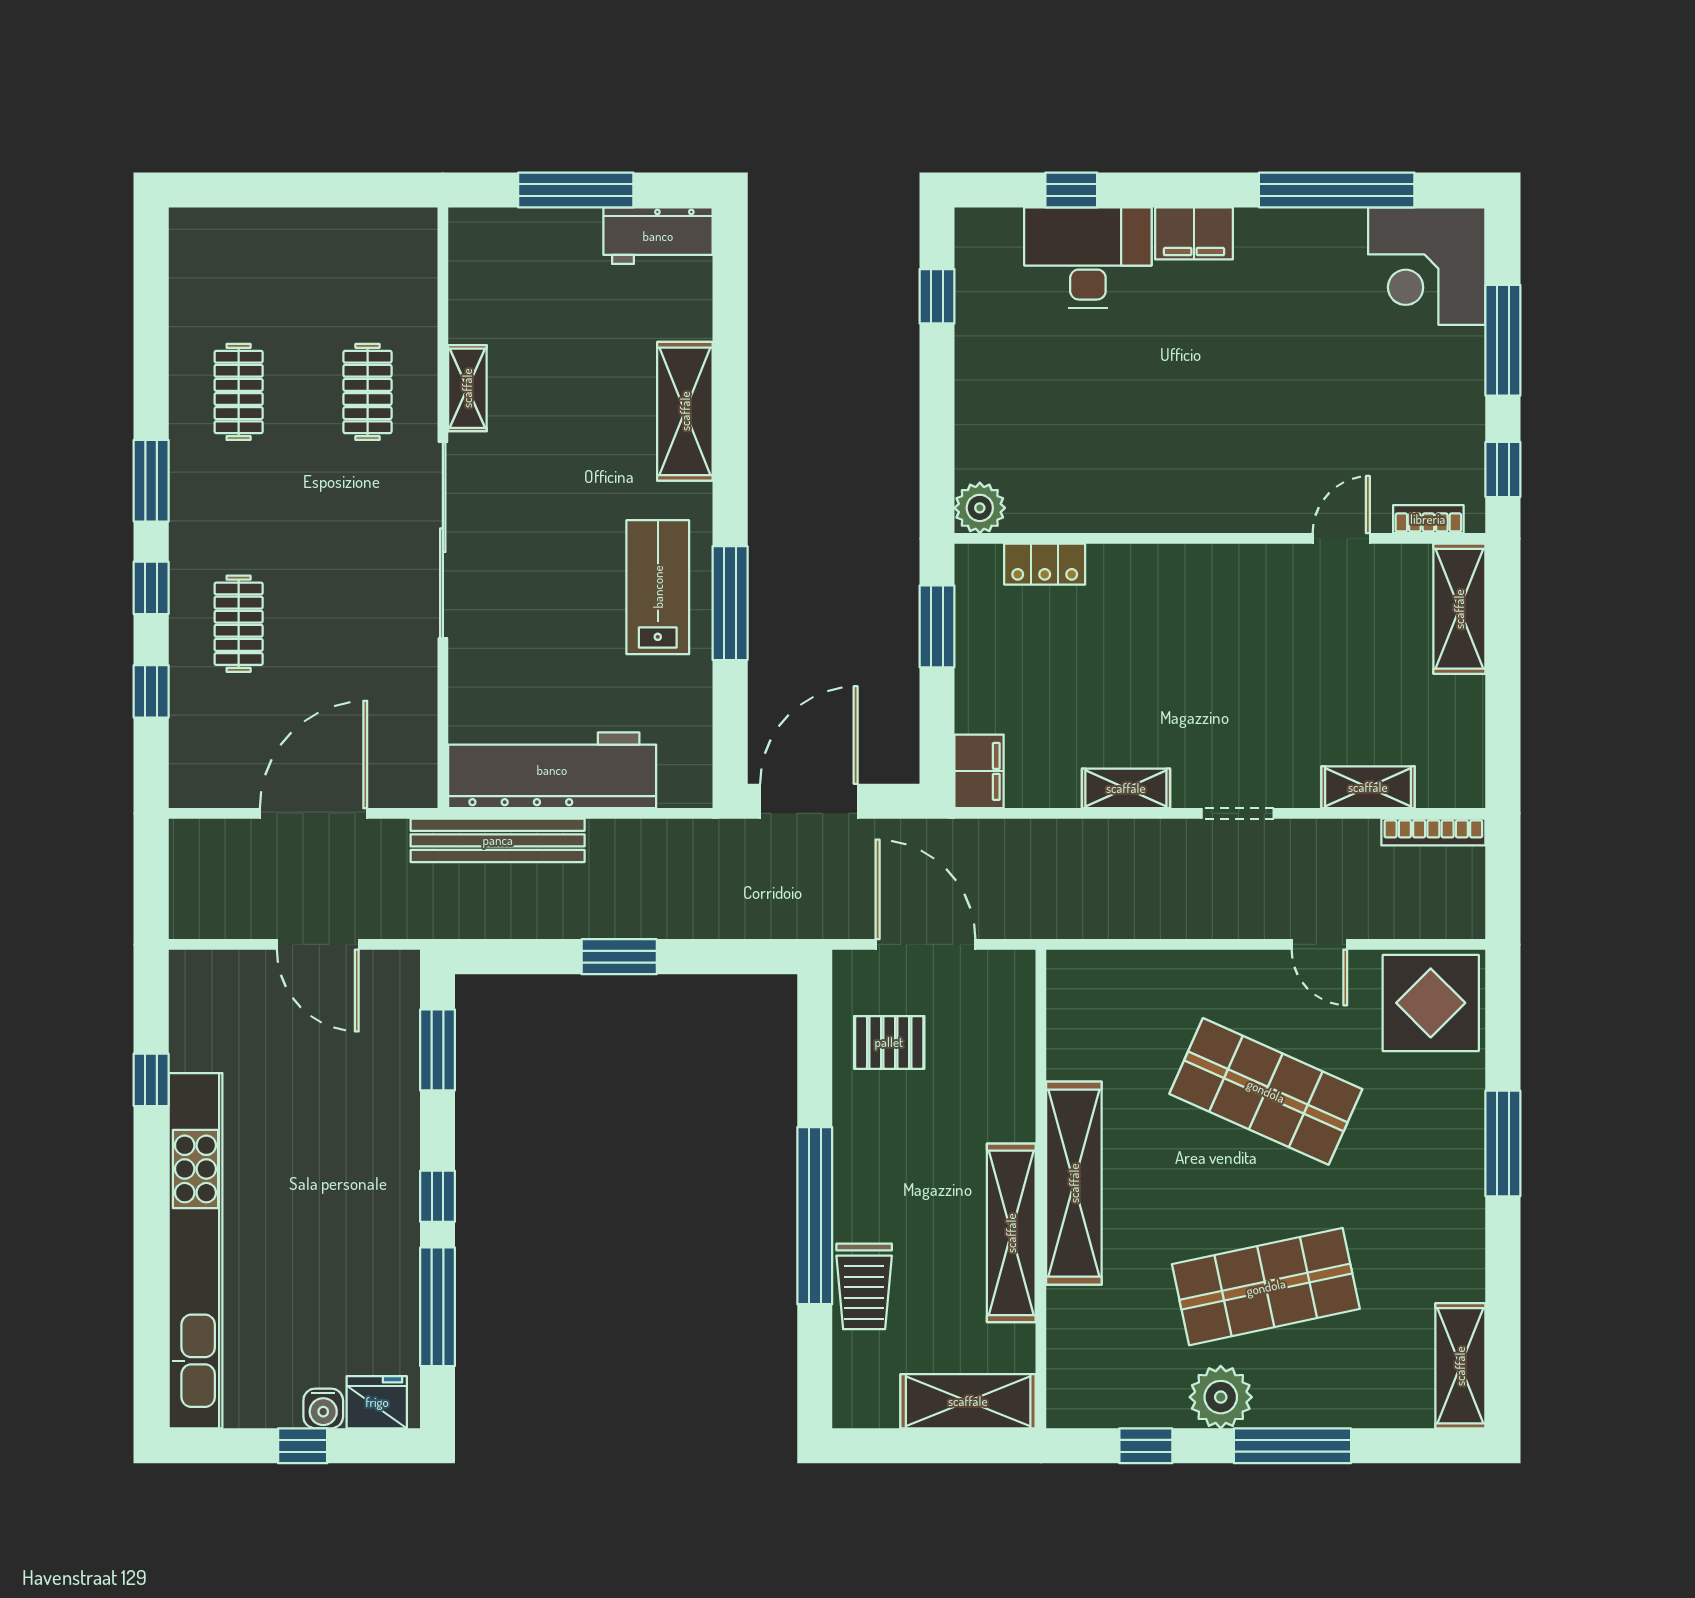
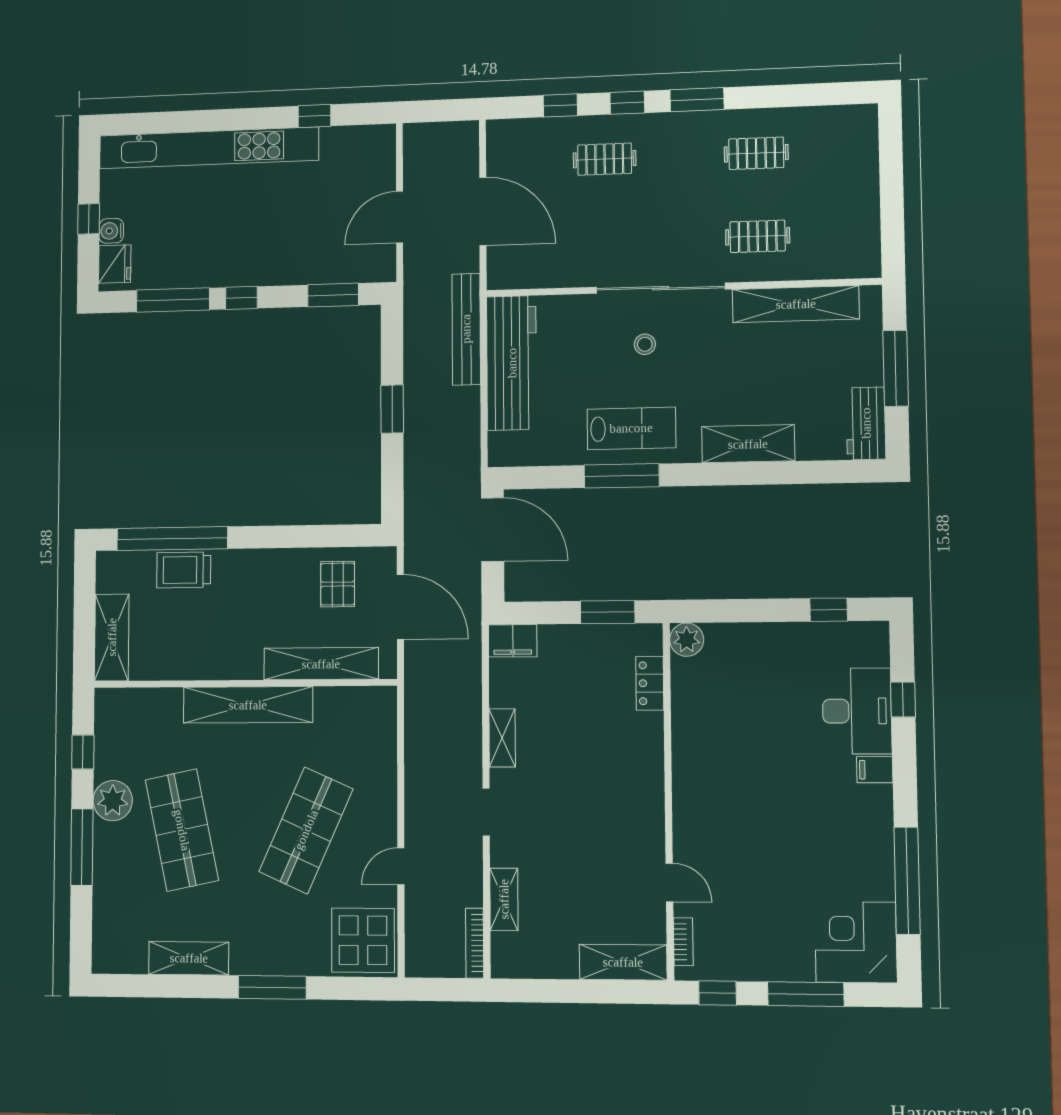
filing cabinet: (1194, 233) -> (875, 770), width x0.50
shelving: (467, 388) -> (796, 304), width x2.20, depth x1.33
stool: (529, 565) -> (645, 344), added
door: (925, 944) -> (400, 607), hinge flipped
window: (815, 1216) -> (172, 539), moved
shelving: (1011, 1233) -> (321, 664), moved
shelving: (1460, 1366) -> (189, 958), moved

